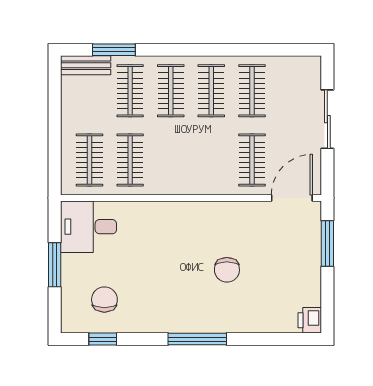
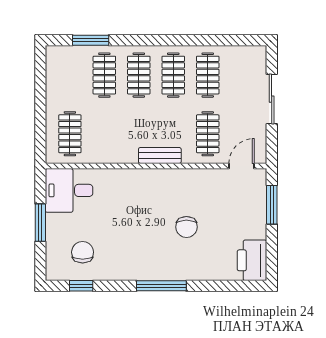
bench: (86, 65) -> (160, 155), moved
clothes rail: (130, 160) -> (104, 134), removed
door: (292, 198) -> (242, 166), width x0.73
printer: (310, 320) -> (252, 260), width x1.87, depth x1.48

